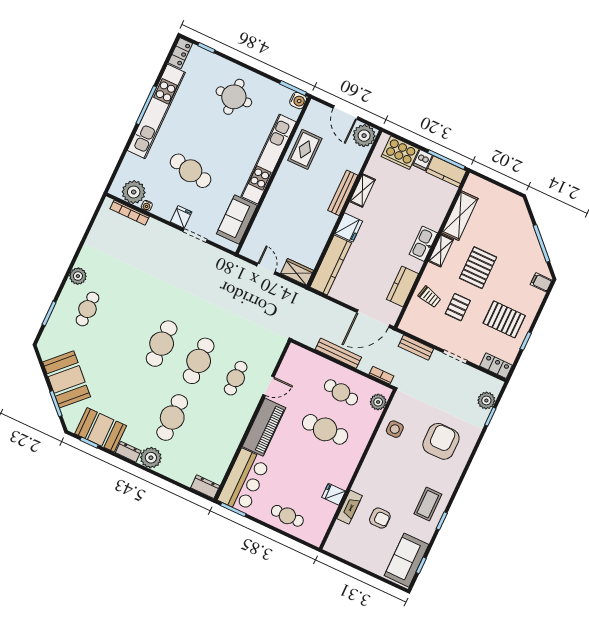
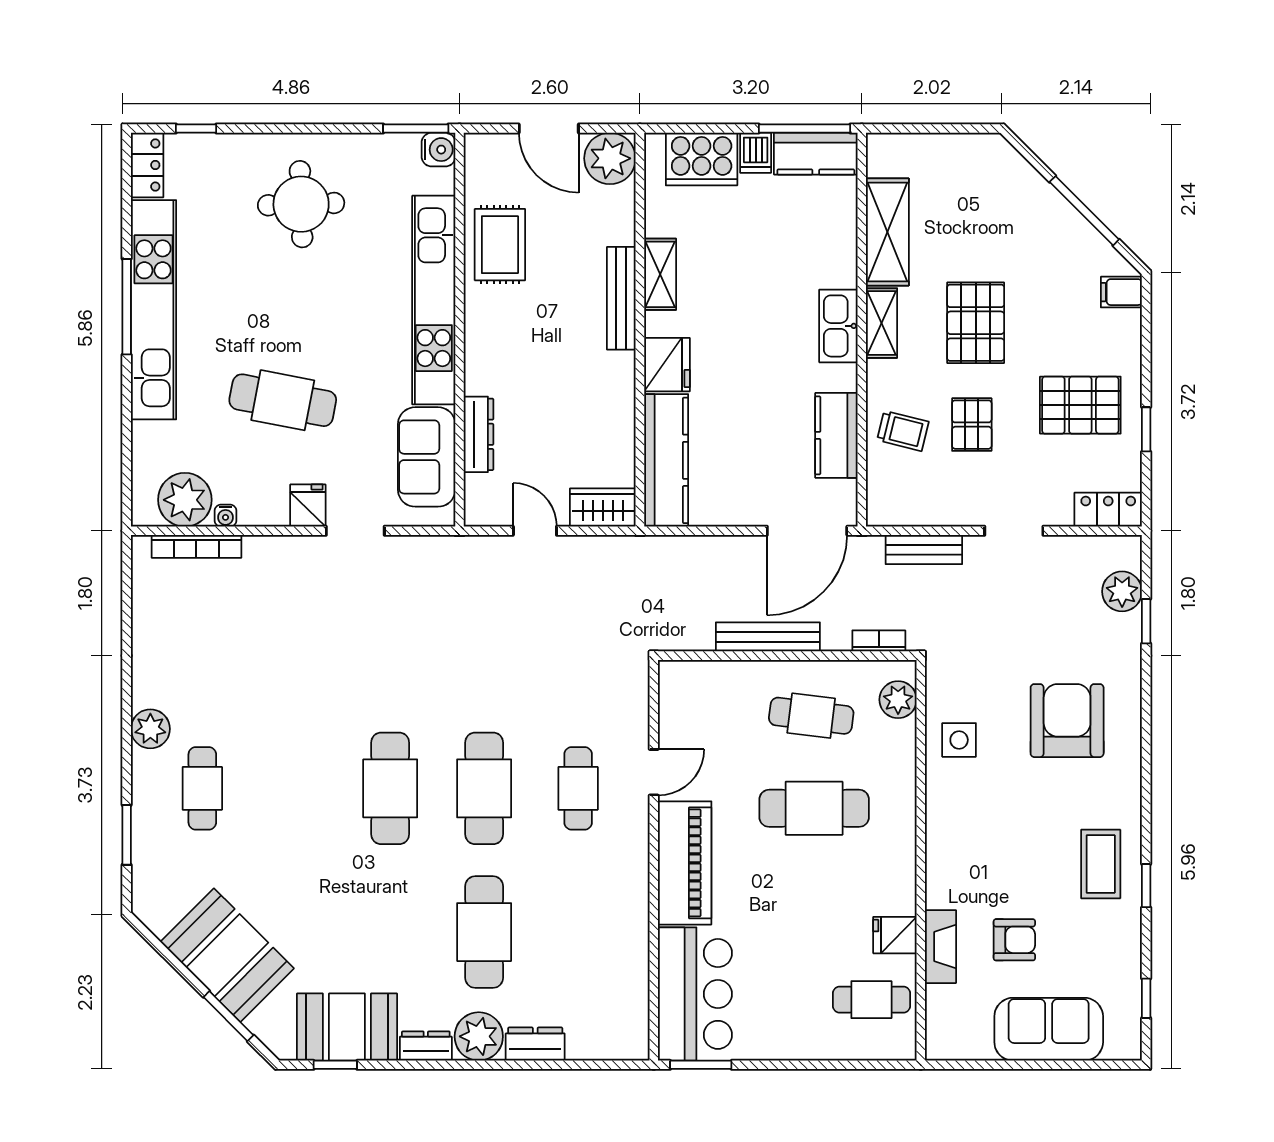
dresser: (261, 220) -> (478, 434), added
dresser: (205, 487) -> (535, 1044), moved
cafe table: (287, 516) -> (871, 1000), moved
sofa: (406, 560) -> (1049, 1029), moved, turned 90

